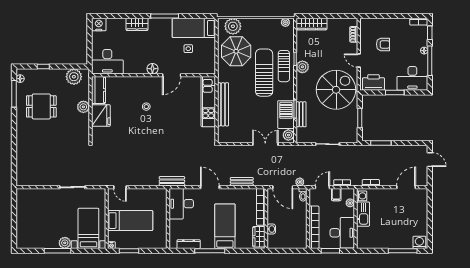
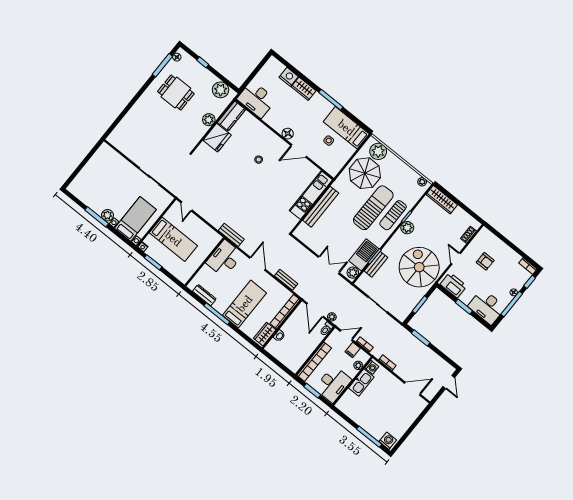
nightstand: (99, 25) -> (289, 77), moved
spiral stairs: (336, 90) -> (419, 267), turned -90

